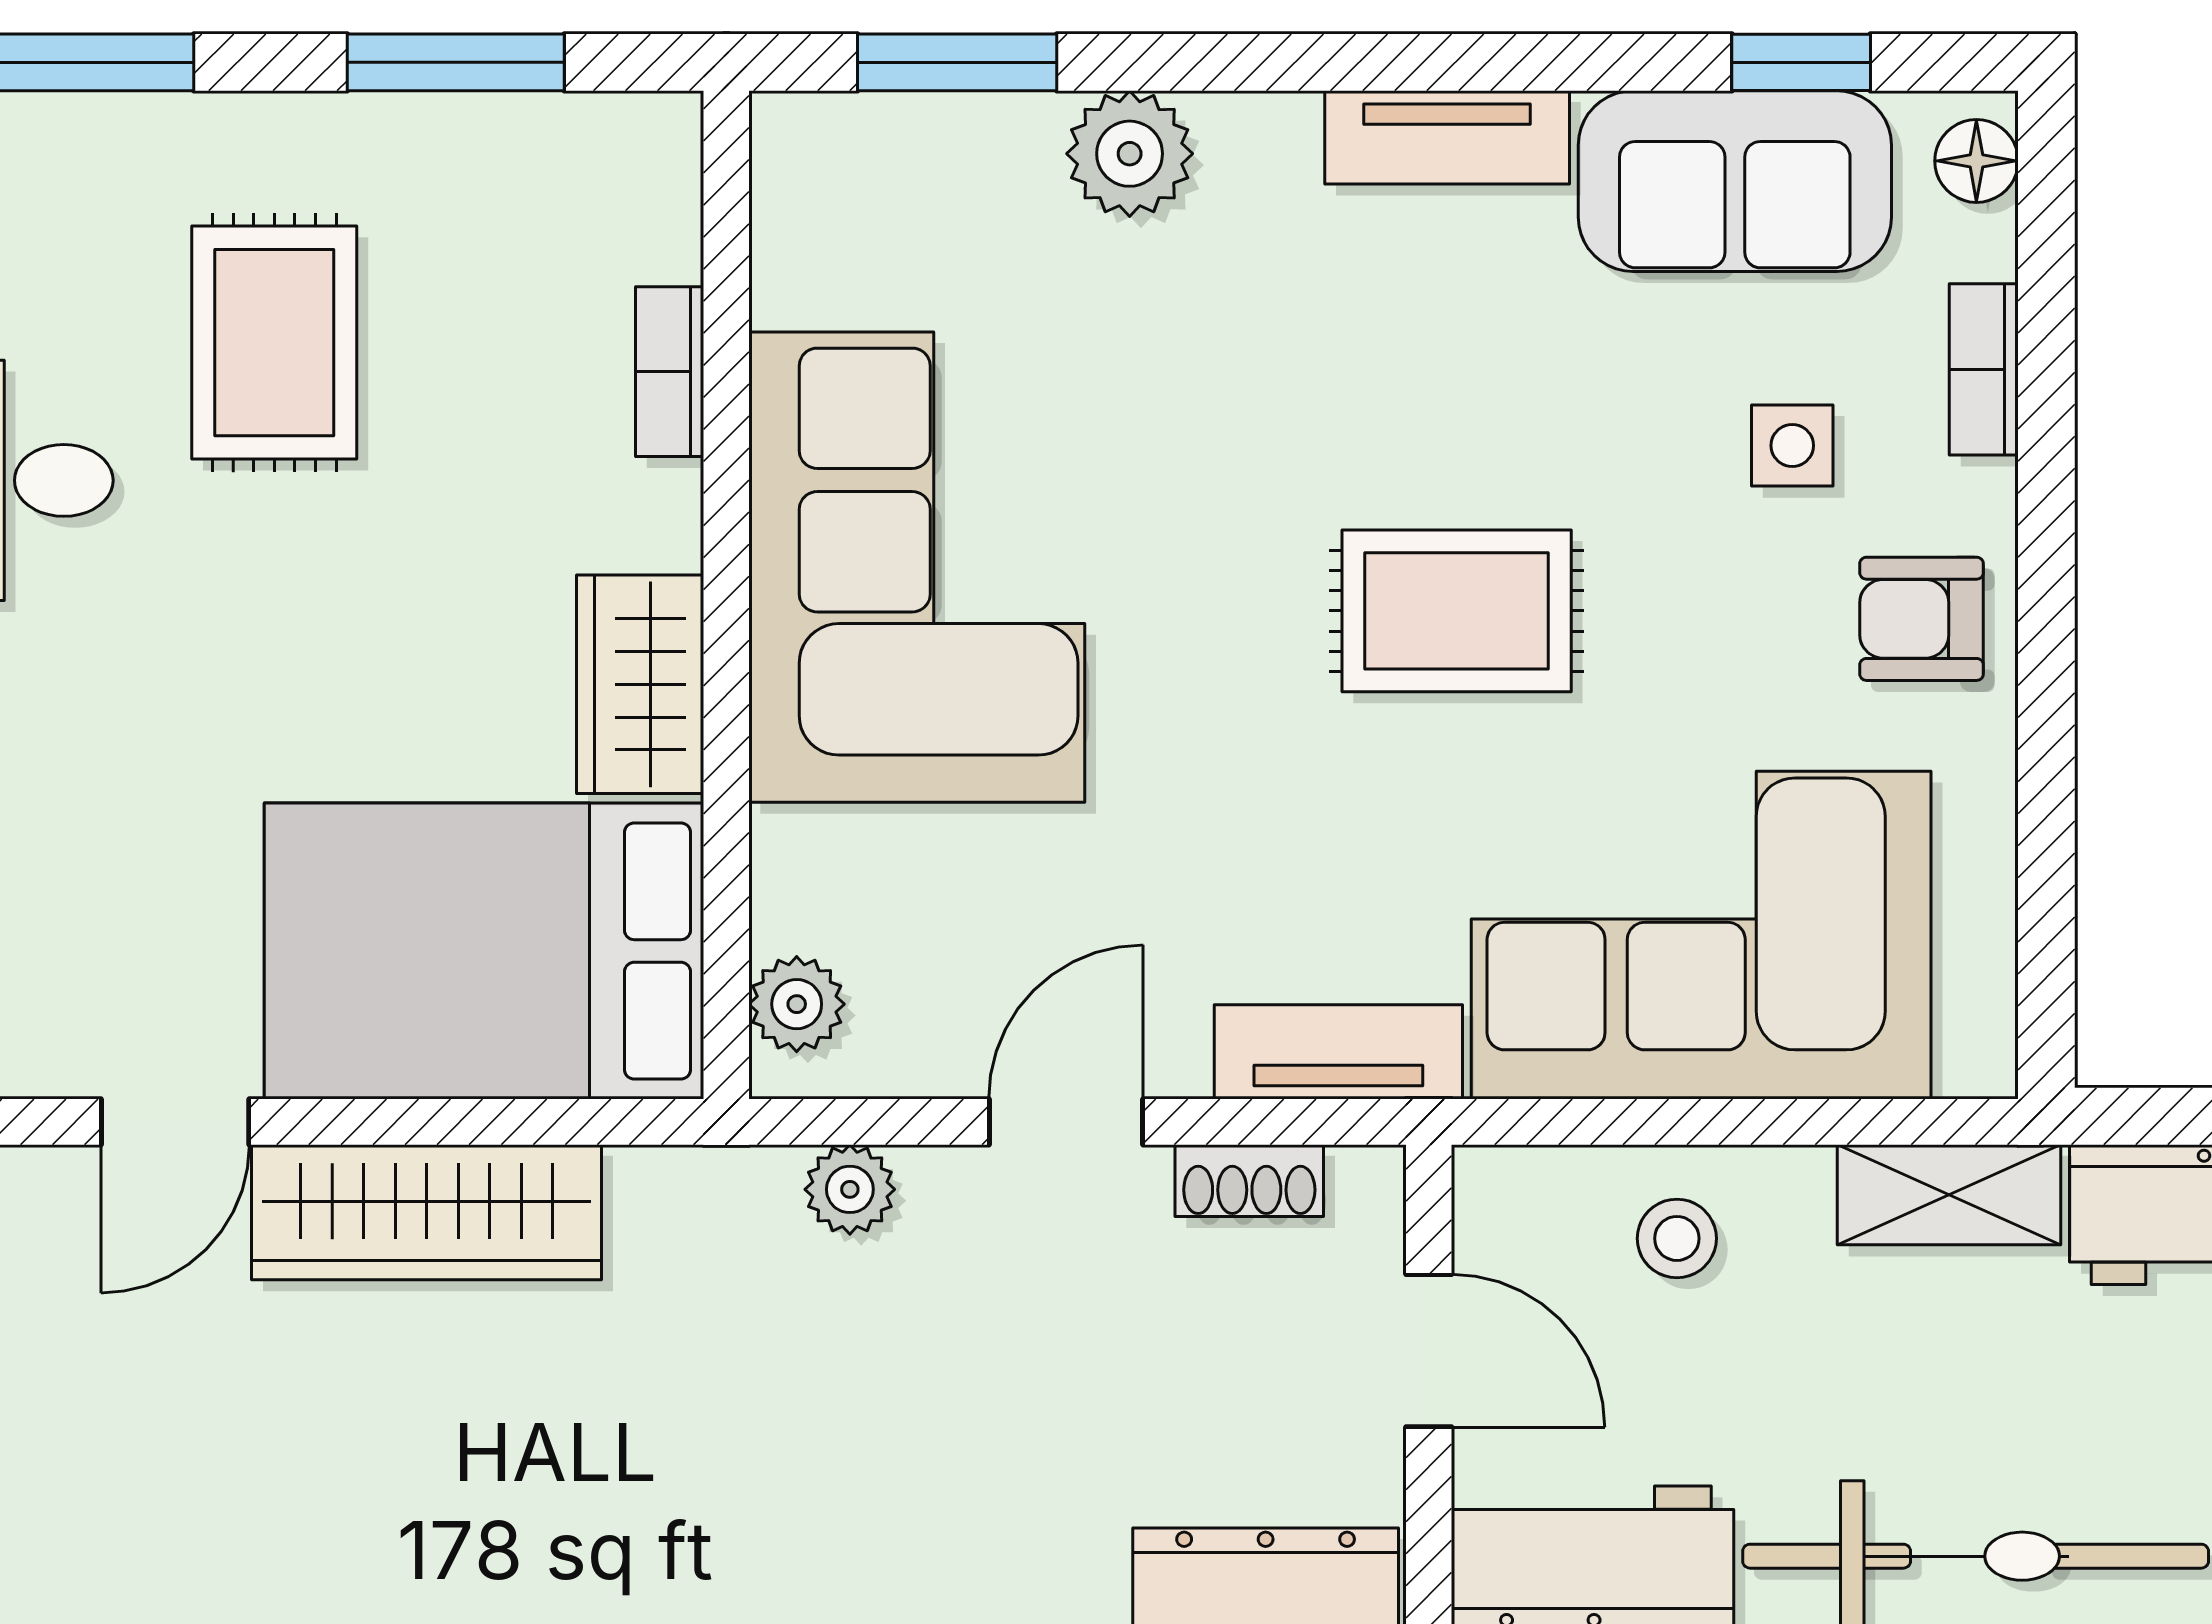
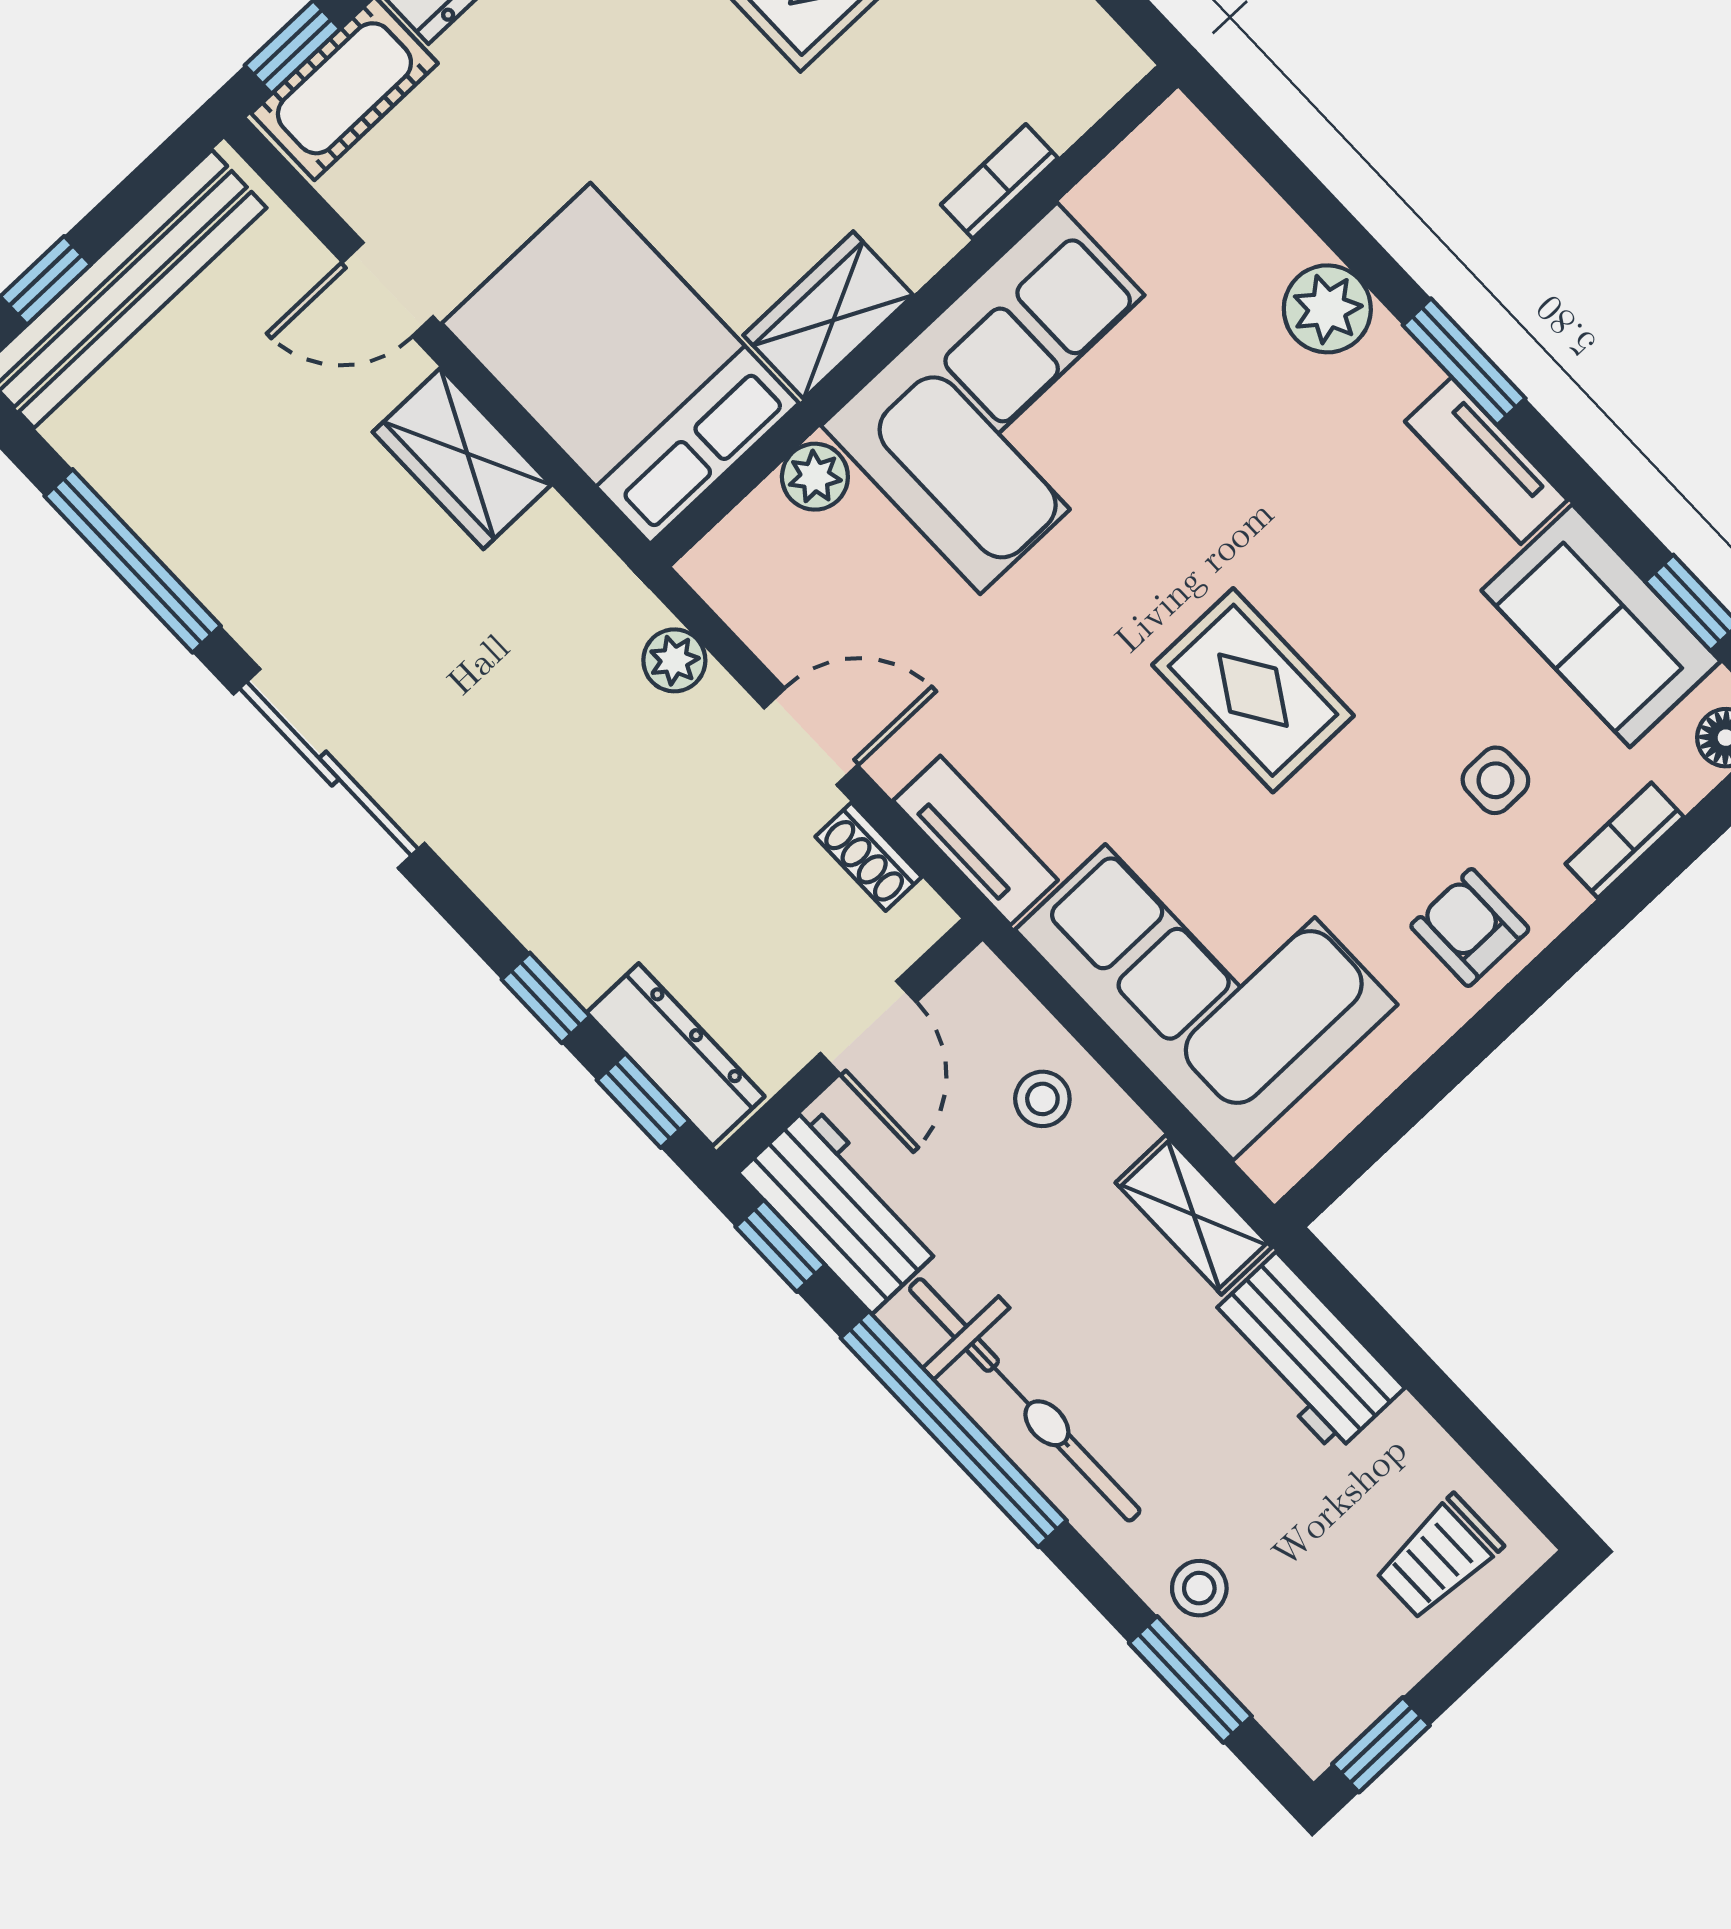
window: (957, 62) -> (1464, 362), moved
plant: (797, 1004) -> (815, 477), moved
wardrobe: (427, 1212) -> (462, 459), width x0.67

